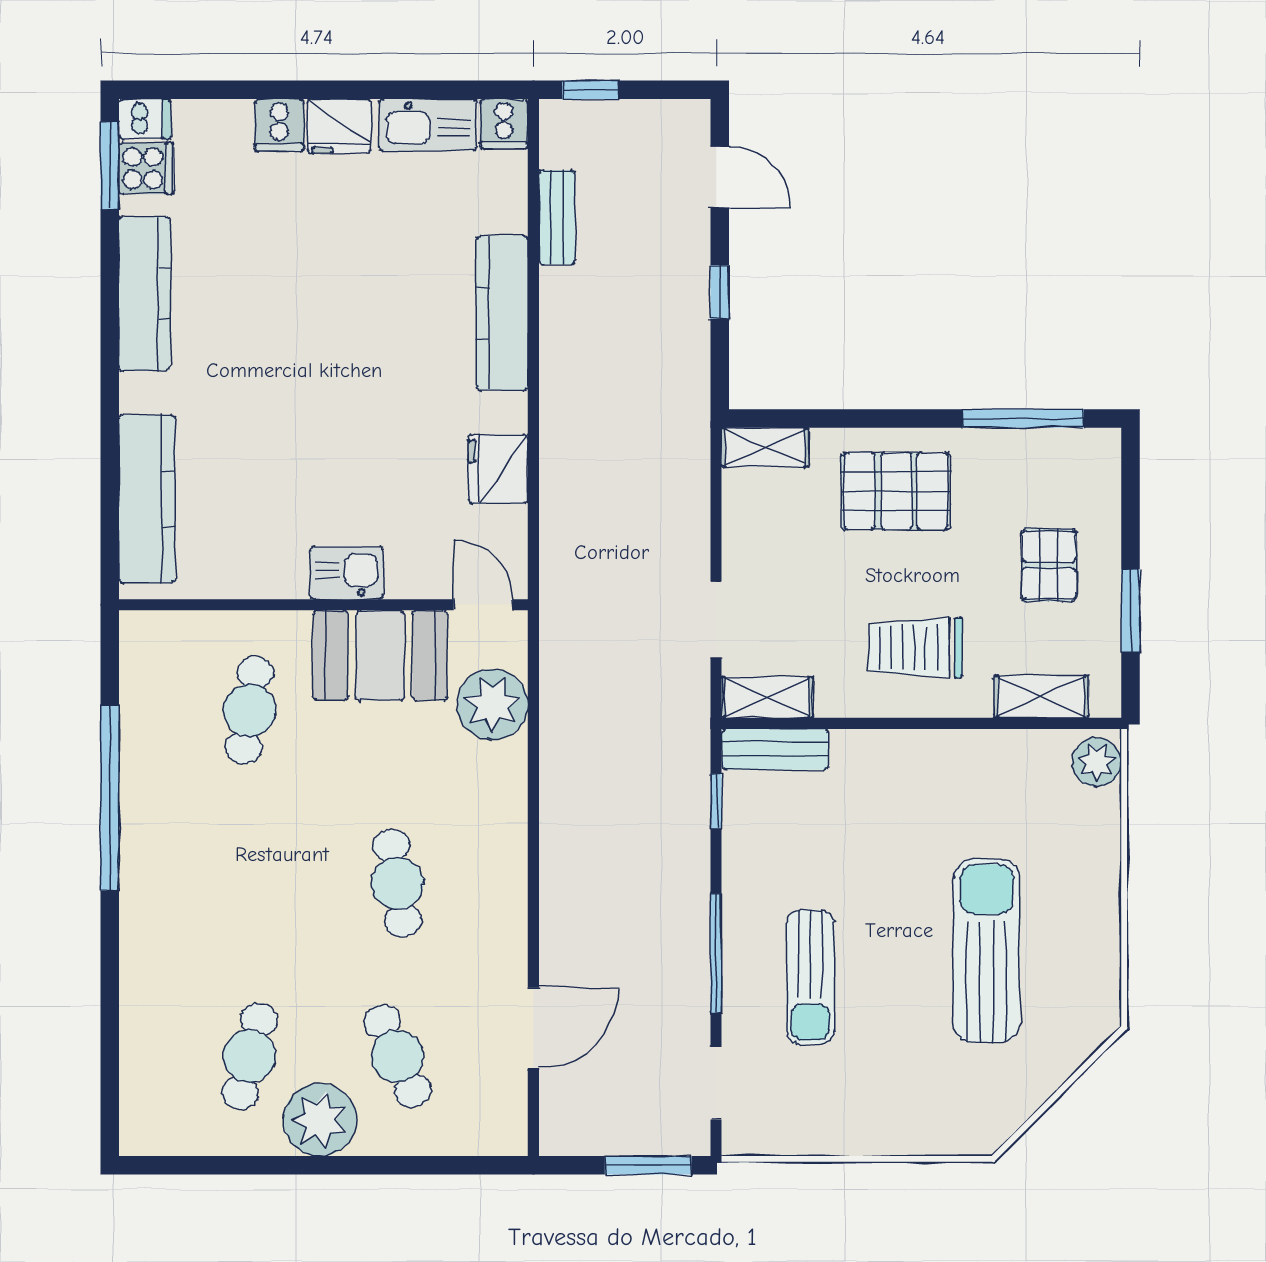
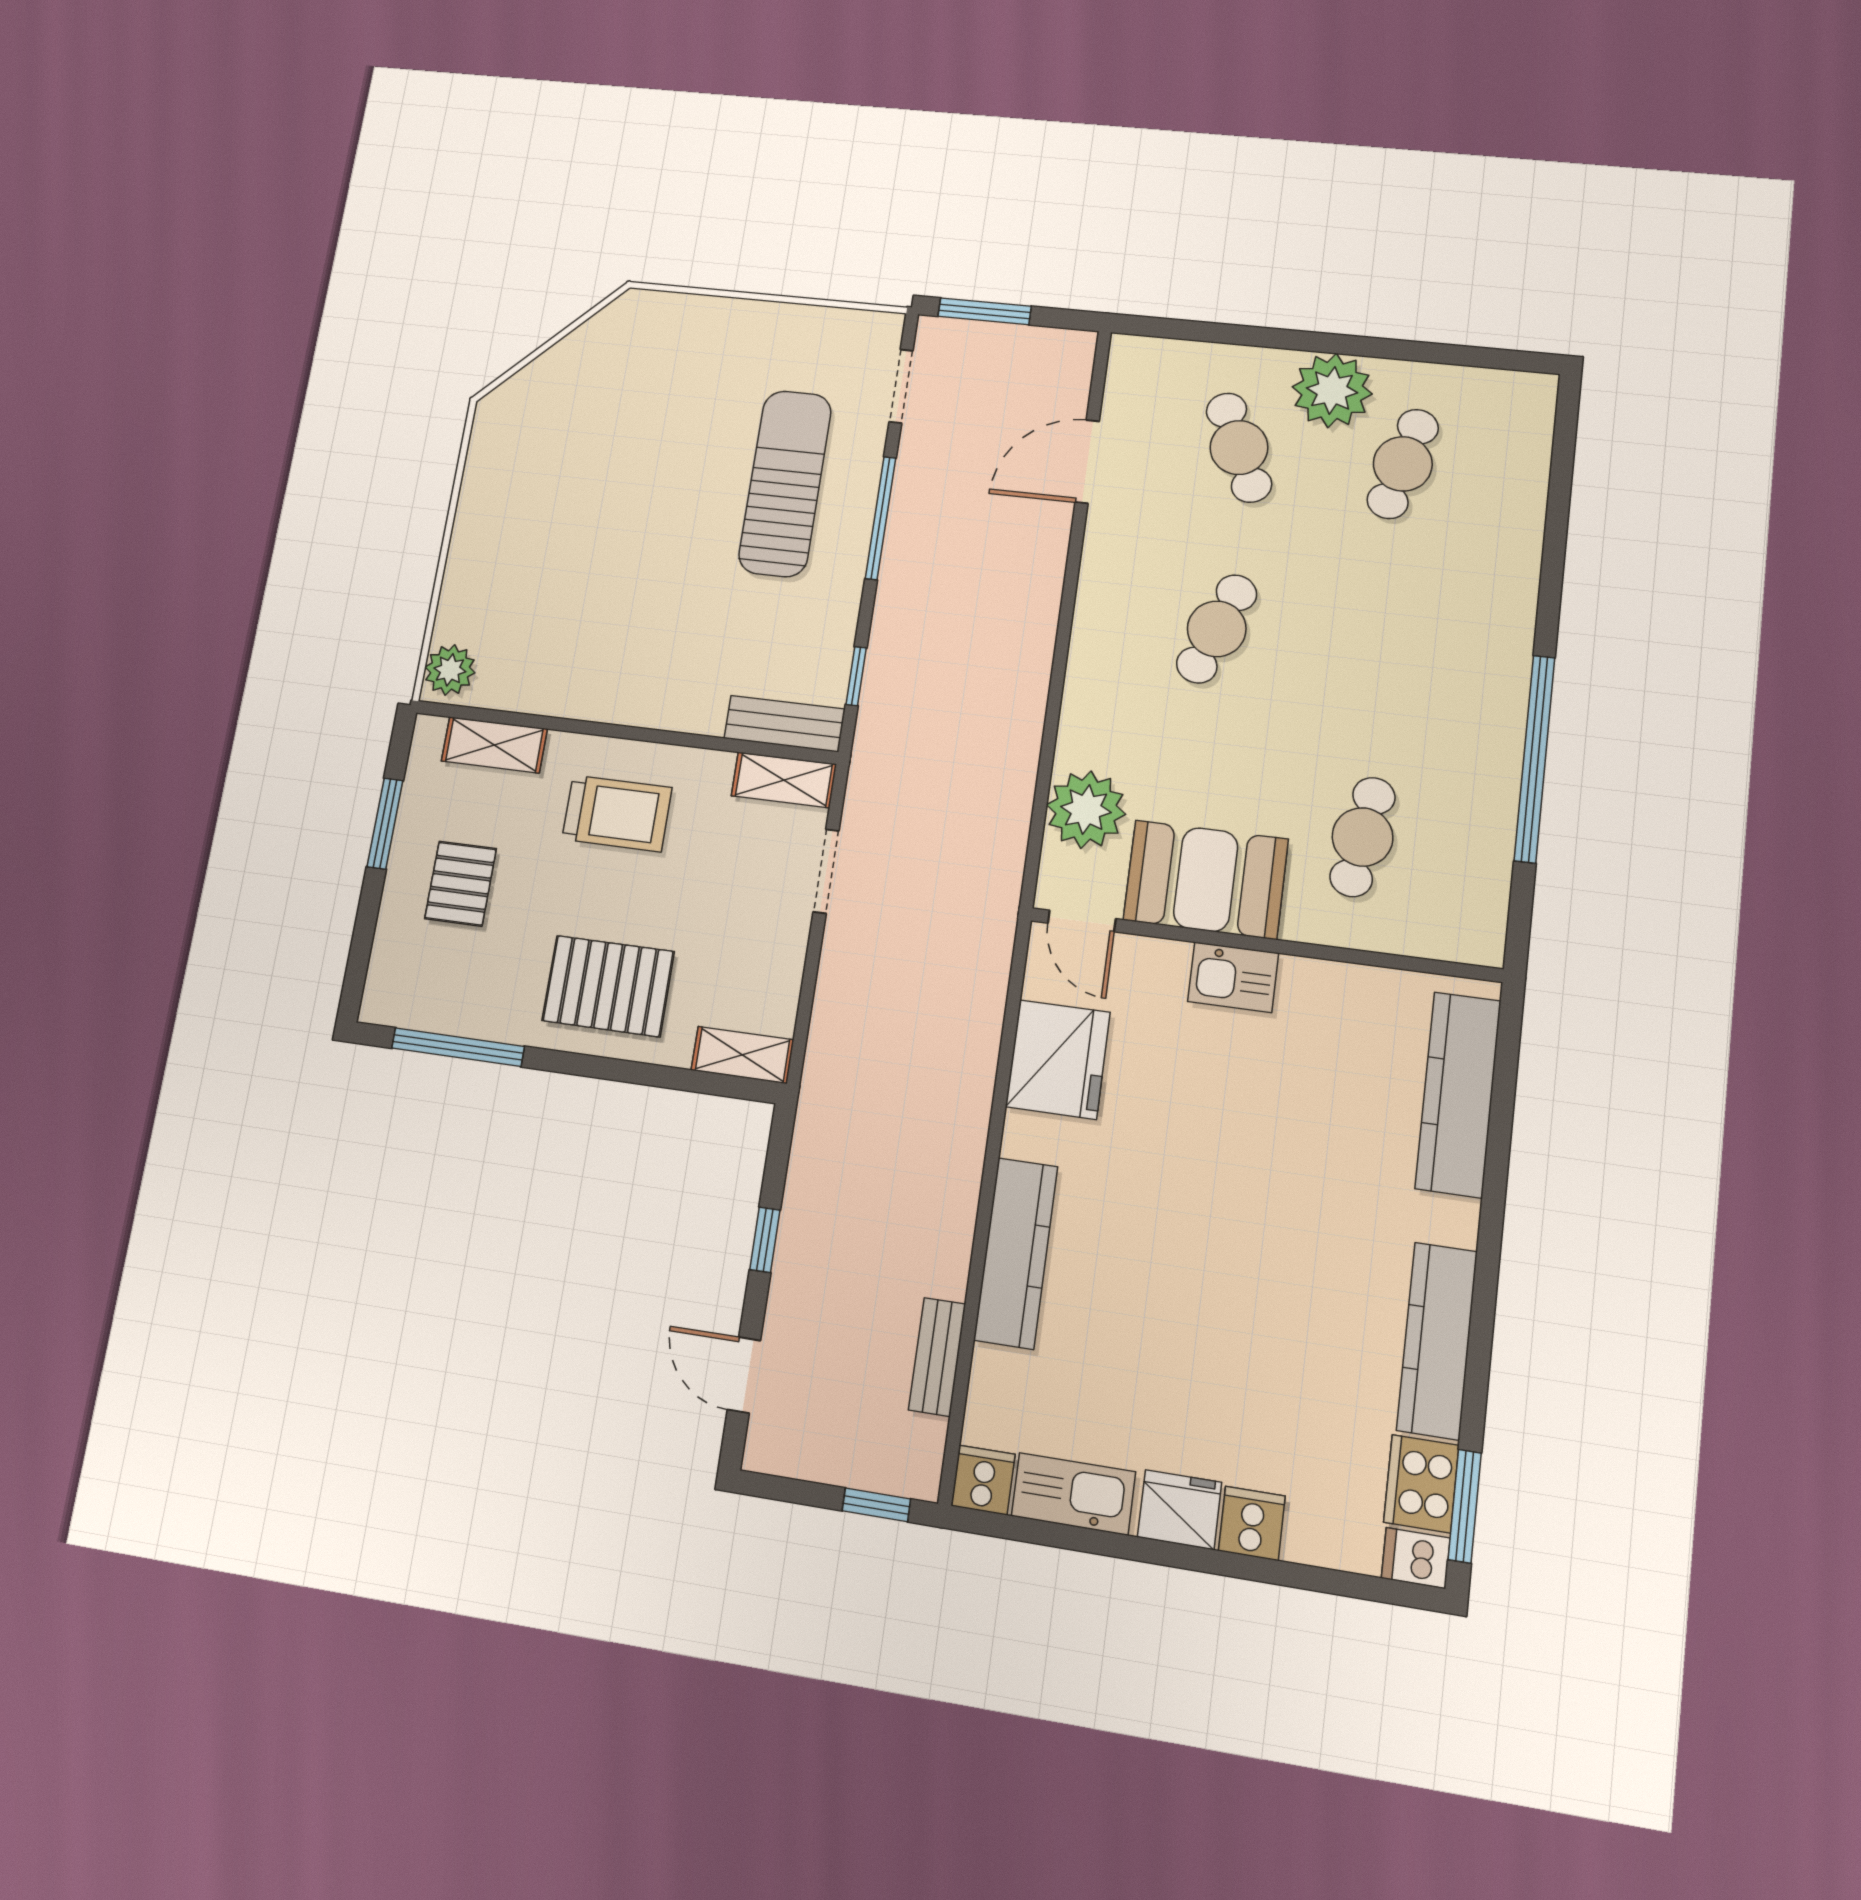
cooker: (146, 168) -> (1421, 1484), width x1.36
fridge: (498, 469) -> (1058, 1059), width x1.36, depth x1.34
cafe table: (397, 883) -> (1217, 629), turned 30
sun lounger: (987, 951) -> (598, 491), removed
sun lounger: (810, 977) -> (785, 483), width x1.36, depth x1.34

